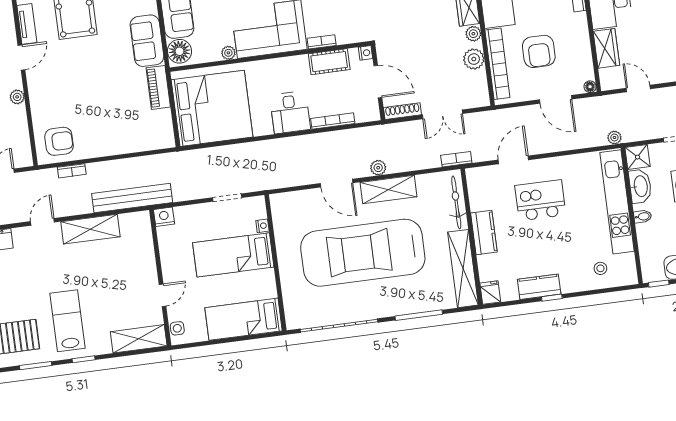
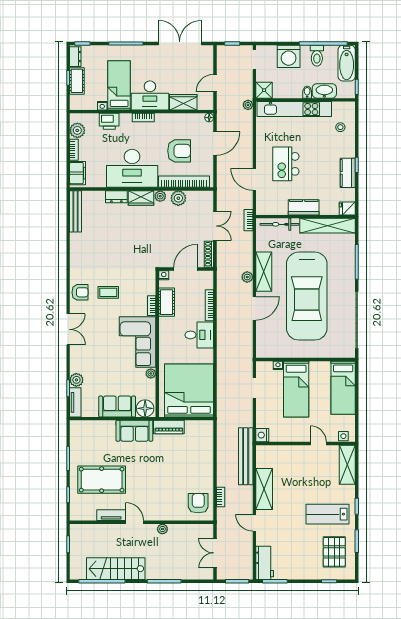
washbasin: (640, 186) -> (324, 91), moved

